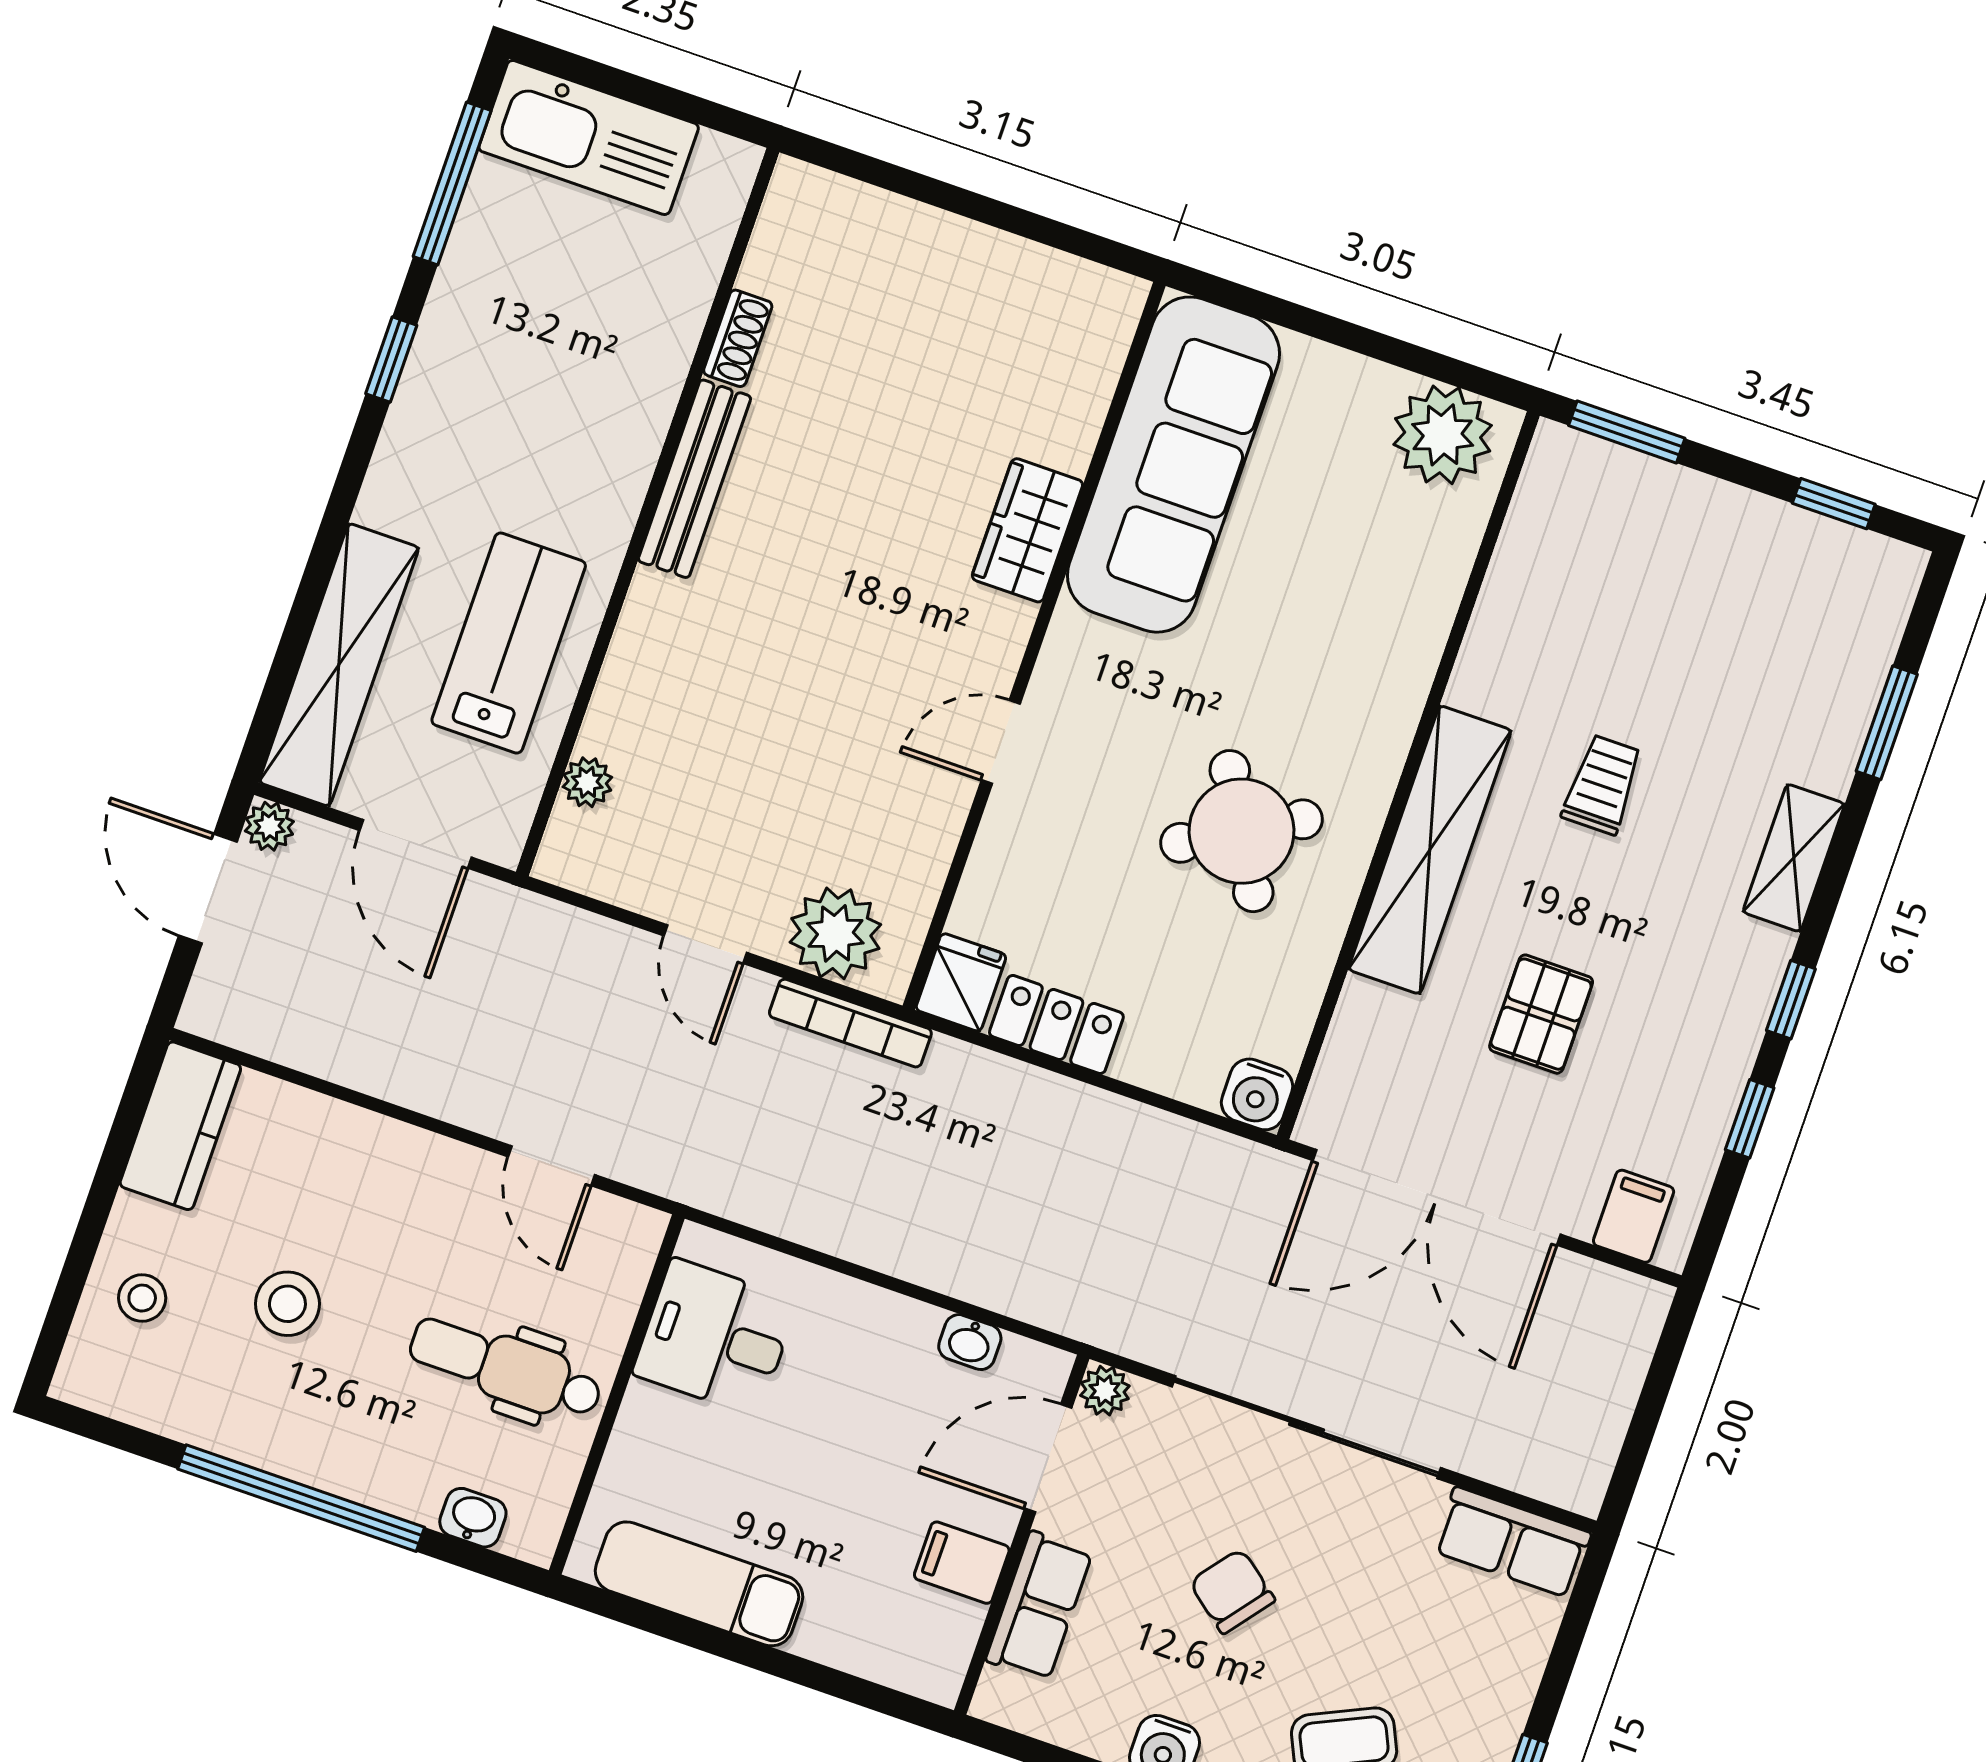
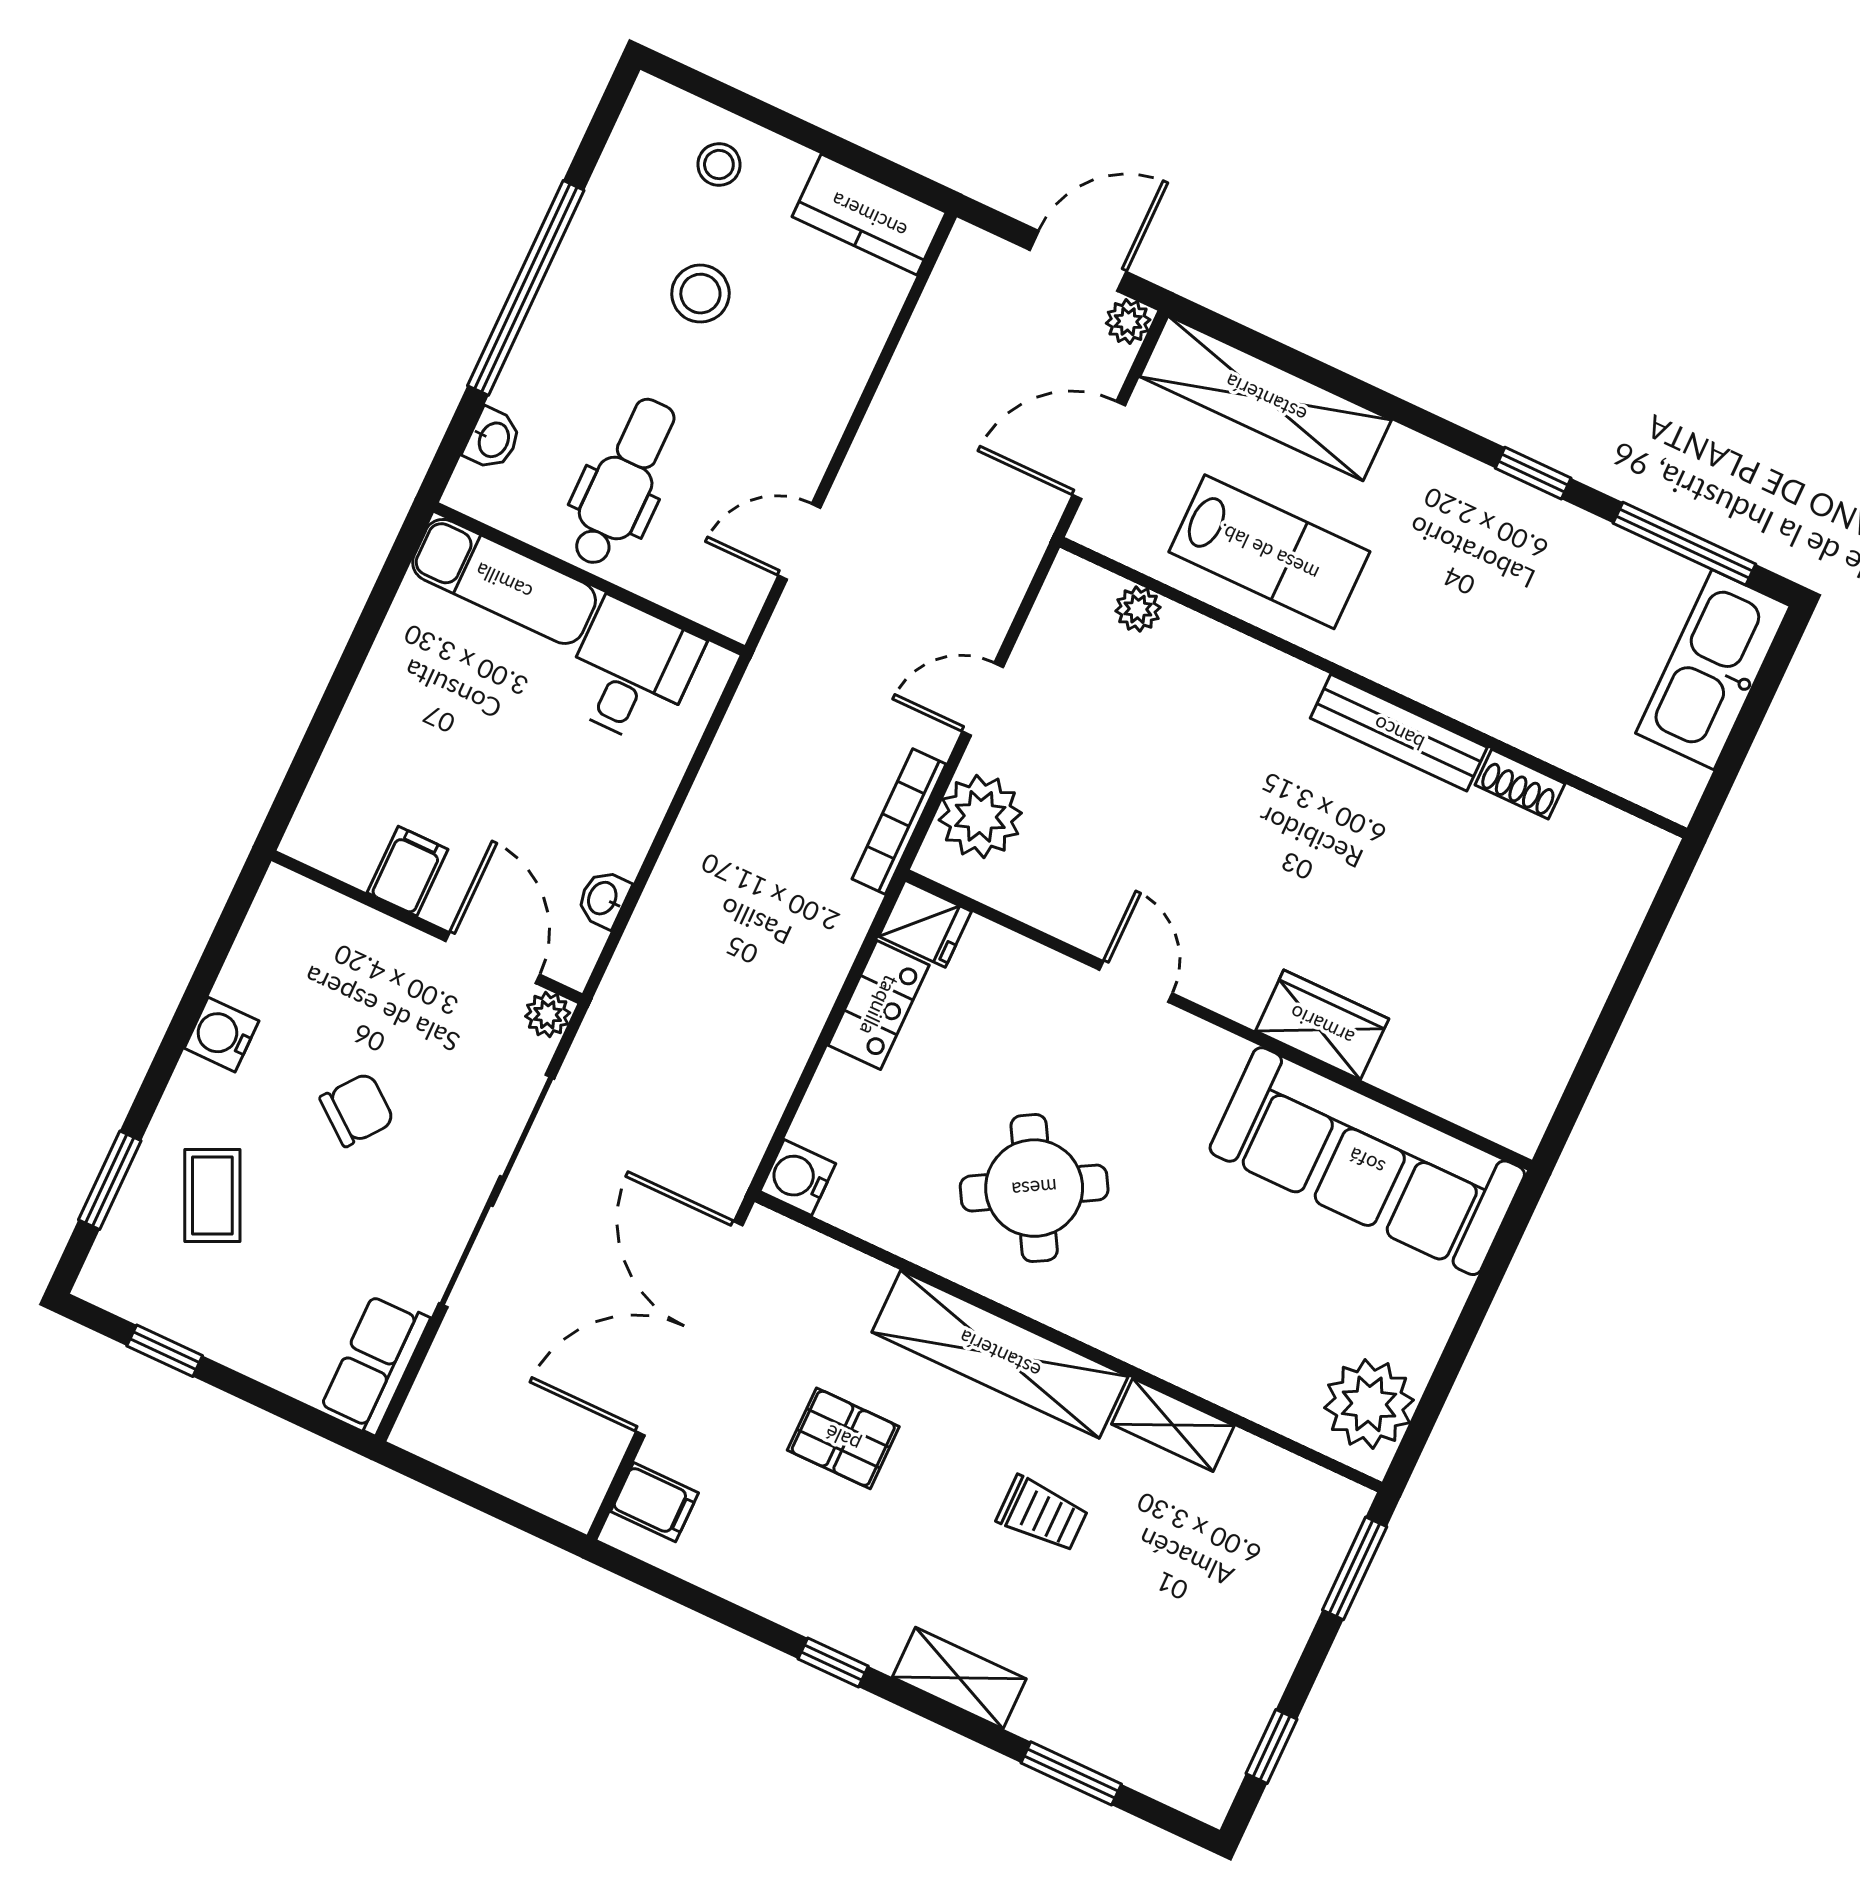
shelving: (1488, 650) -> (1173, 1425), added
window: (1750, 1119) -> (731, 1615), removed
exam couch: (699, 1584) -> (504, 581), moved, turned 90
row of seats: (1039, 1606) -> (362, 936), removed

